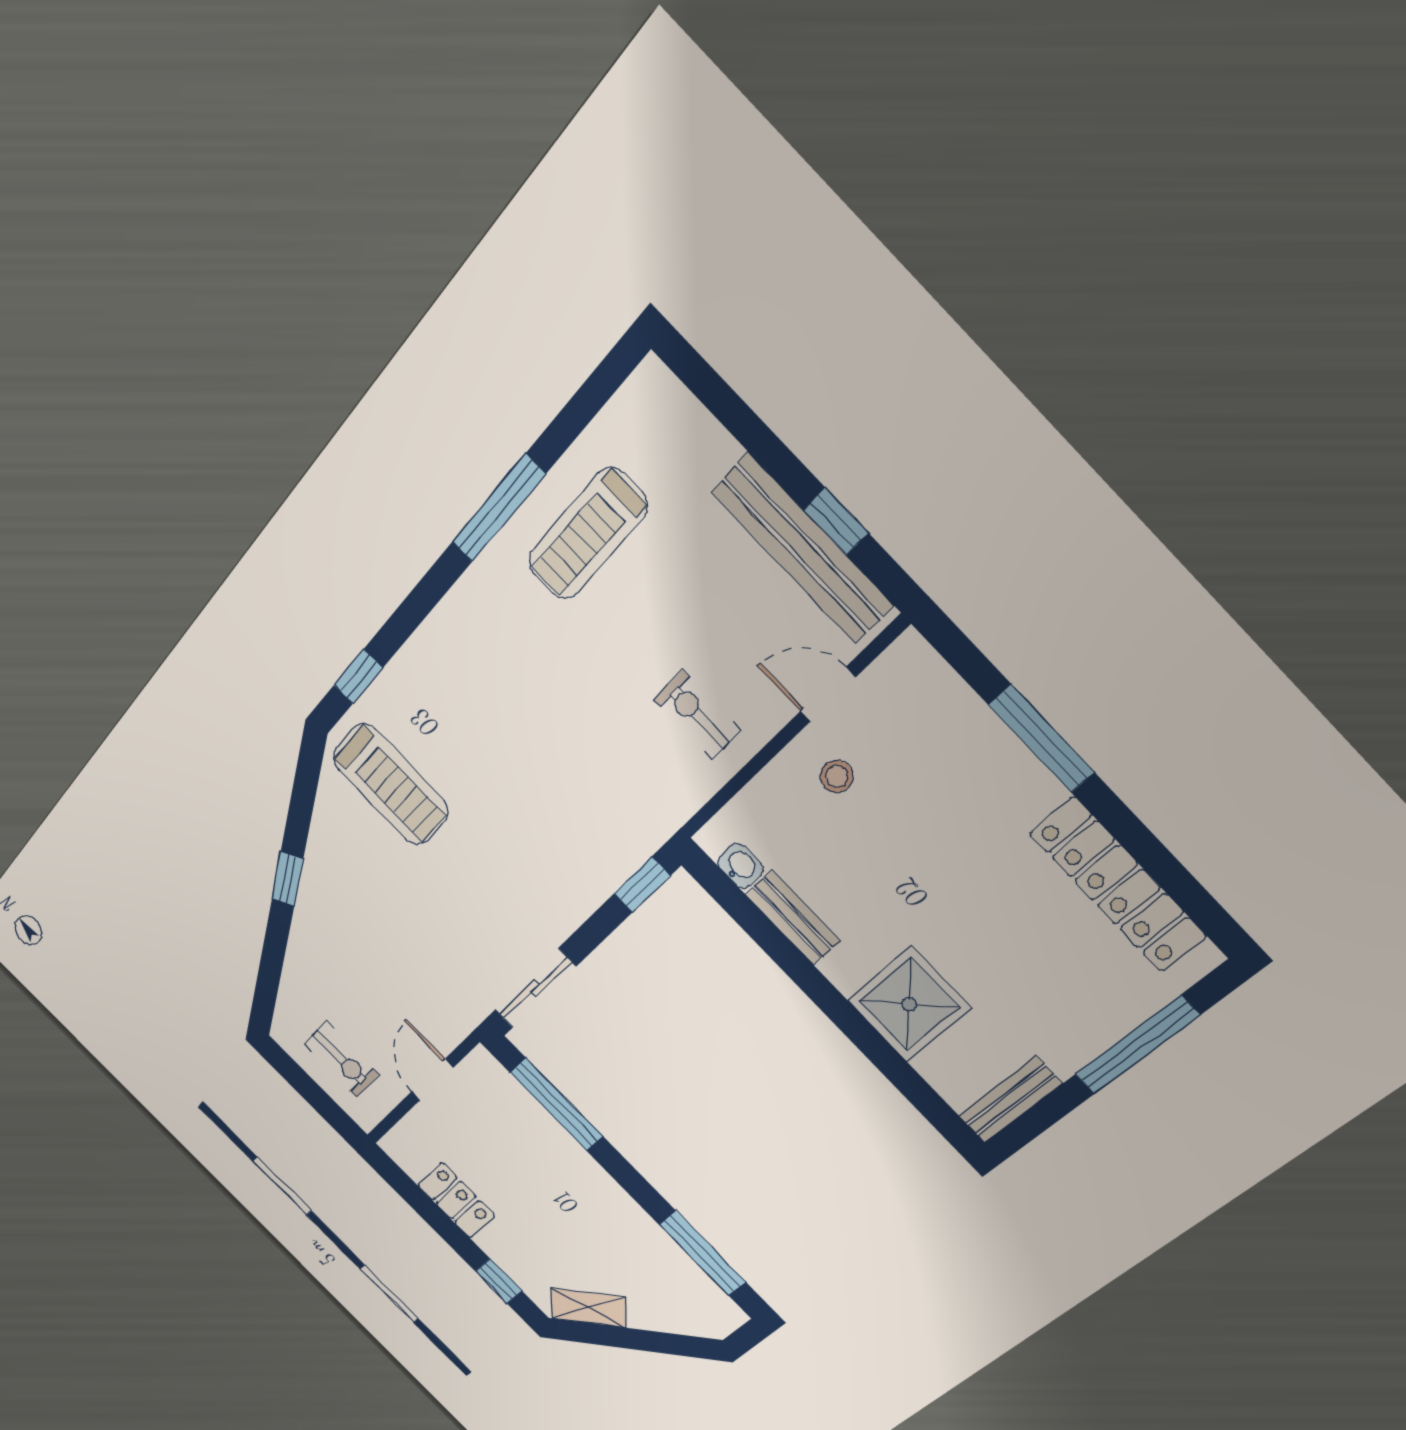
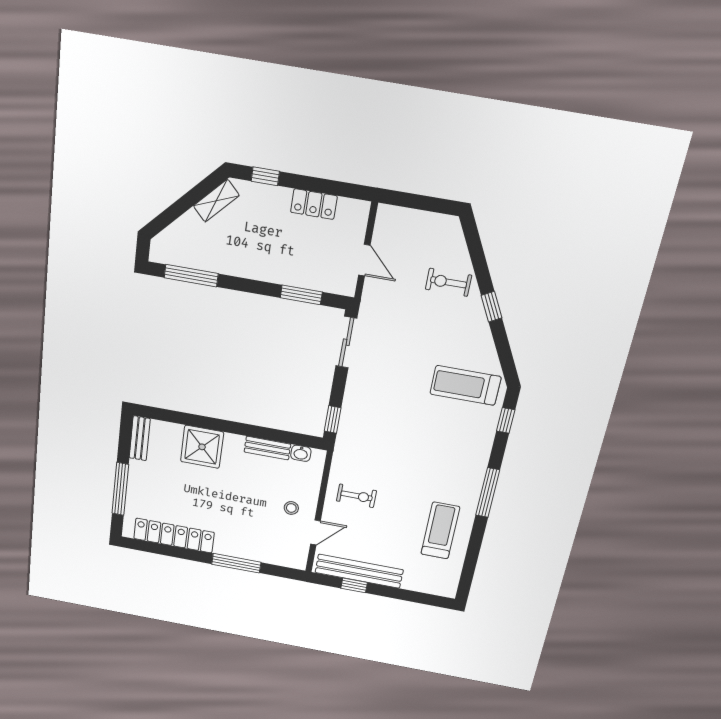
window: (499, 508) -> (488, 493), moved
exercise bike: (342, 1059) -> (449, 282), moved
window: (557, 1105) -> (301, 295), width x0.69

